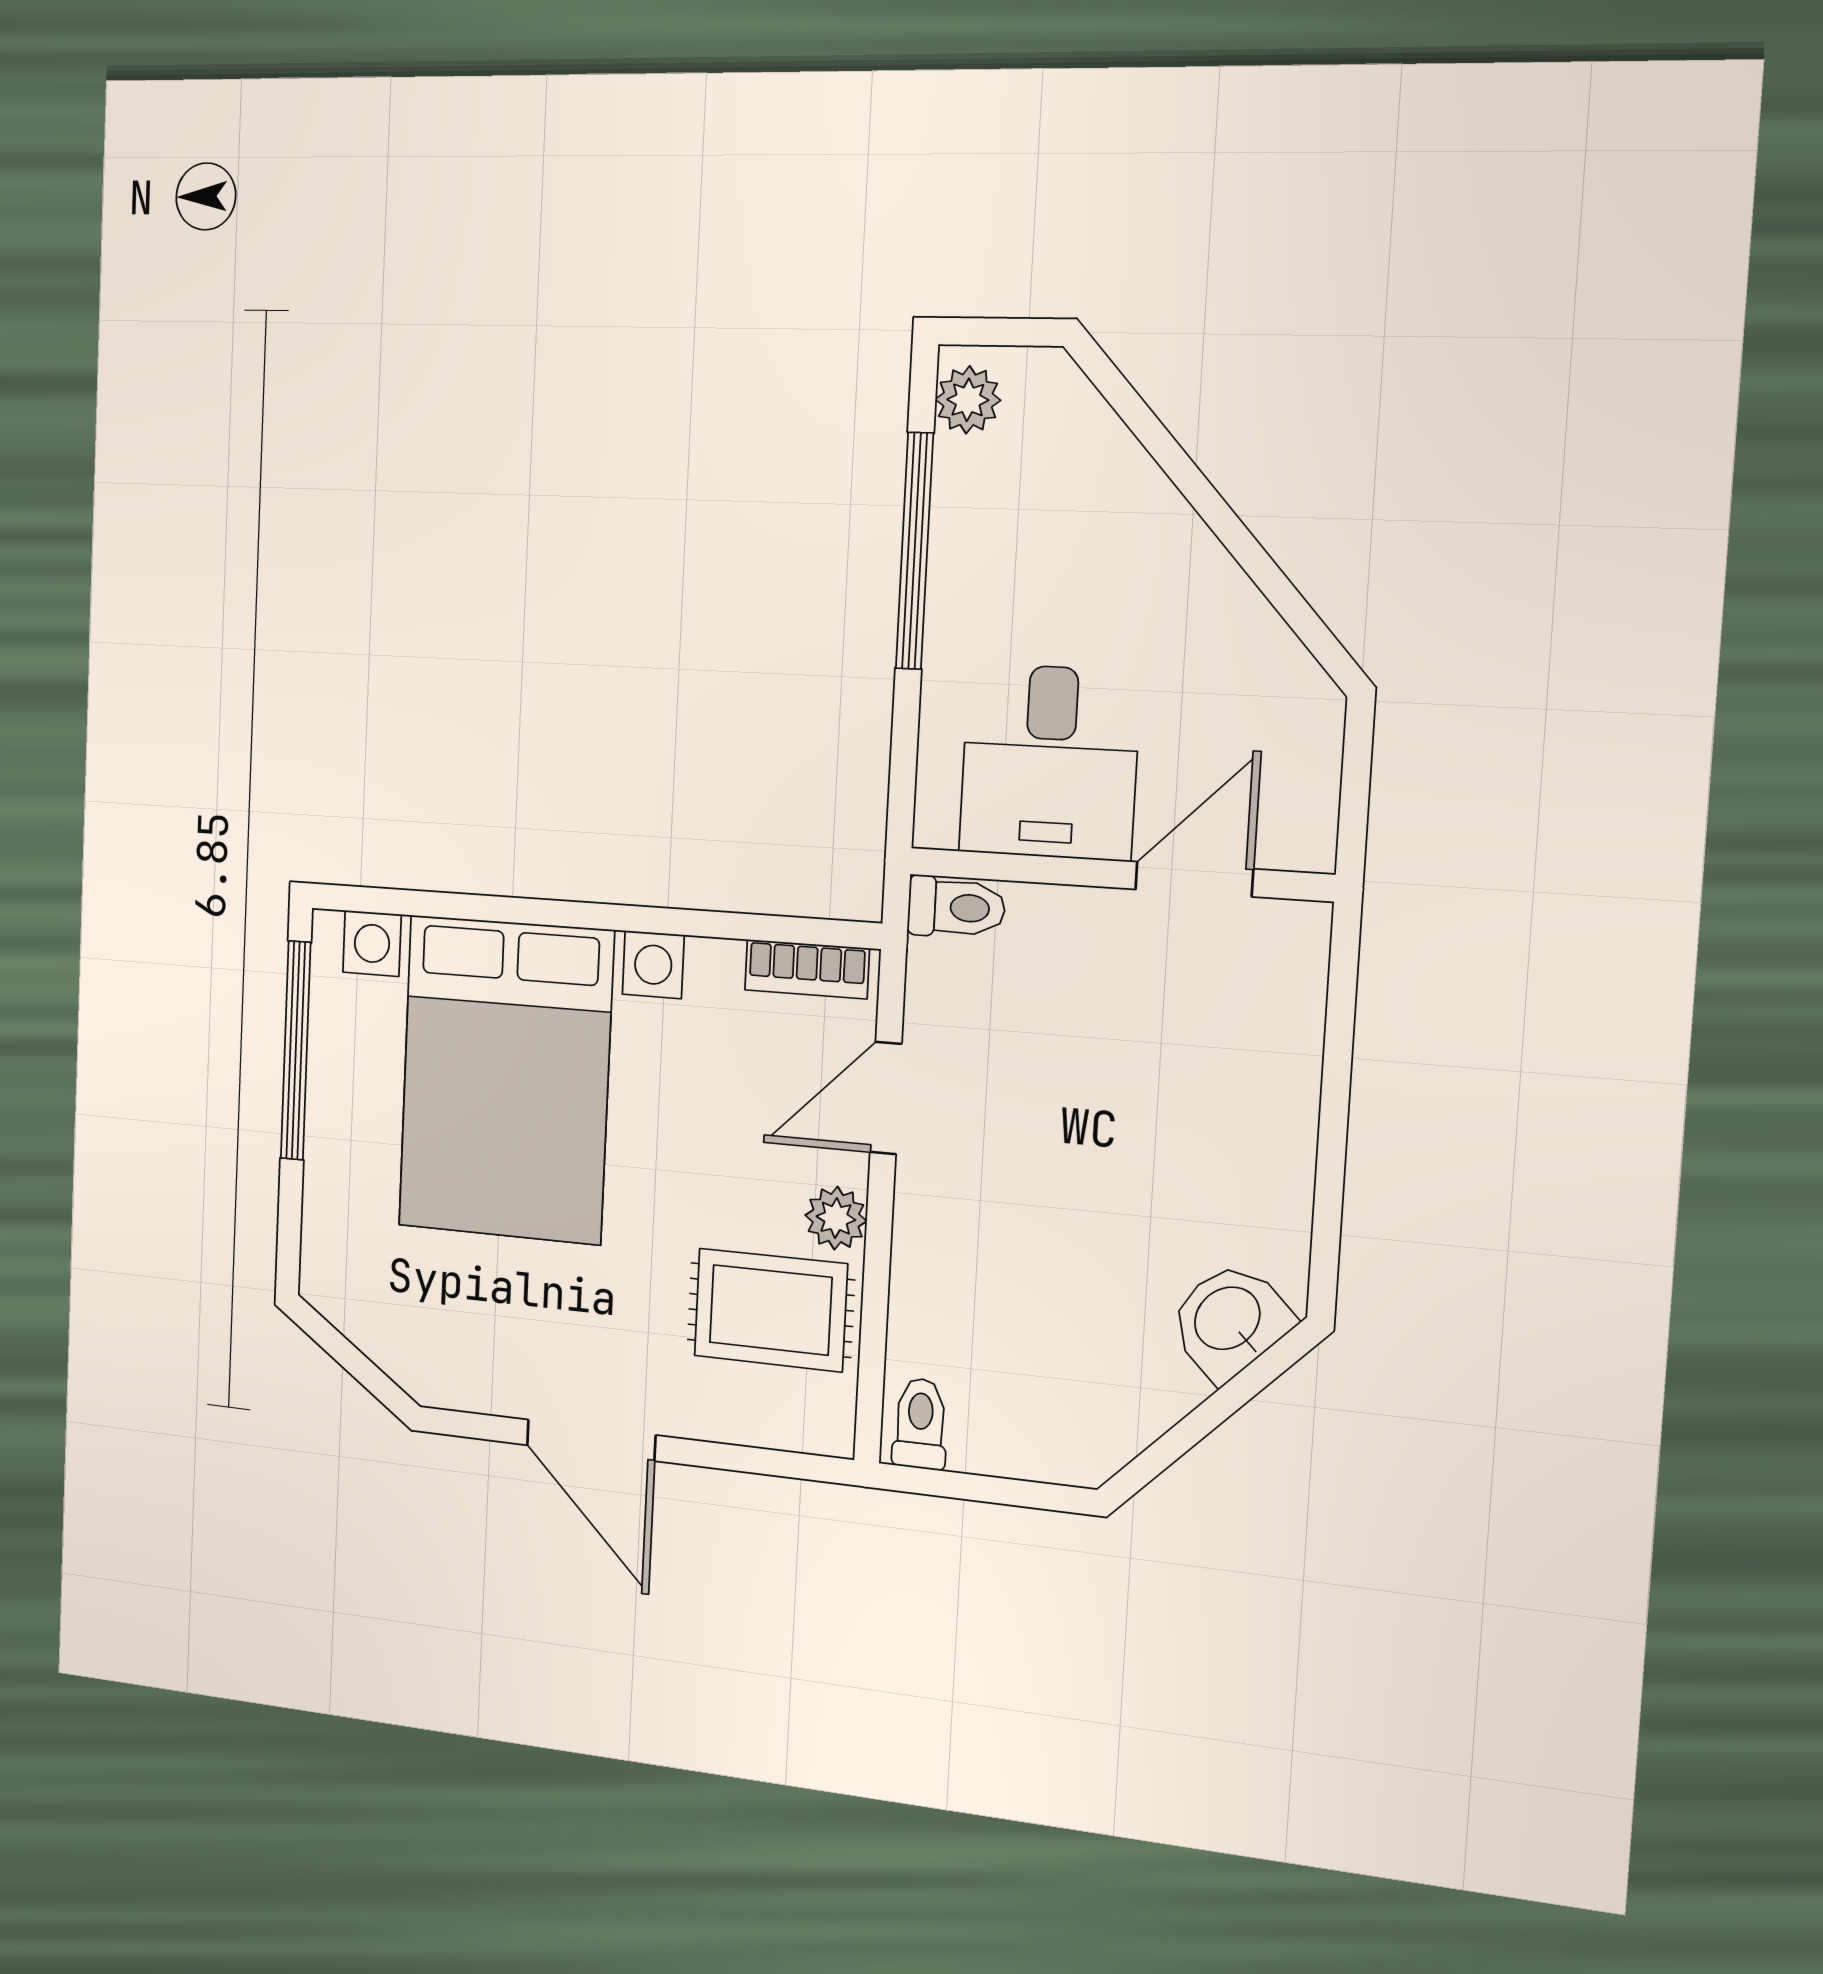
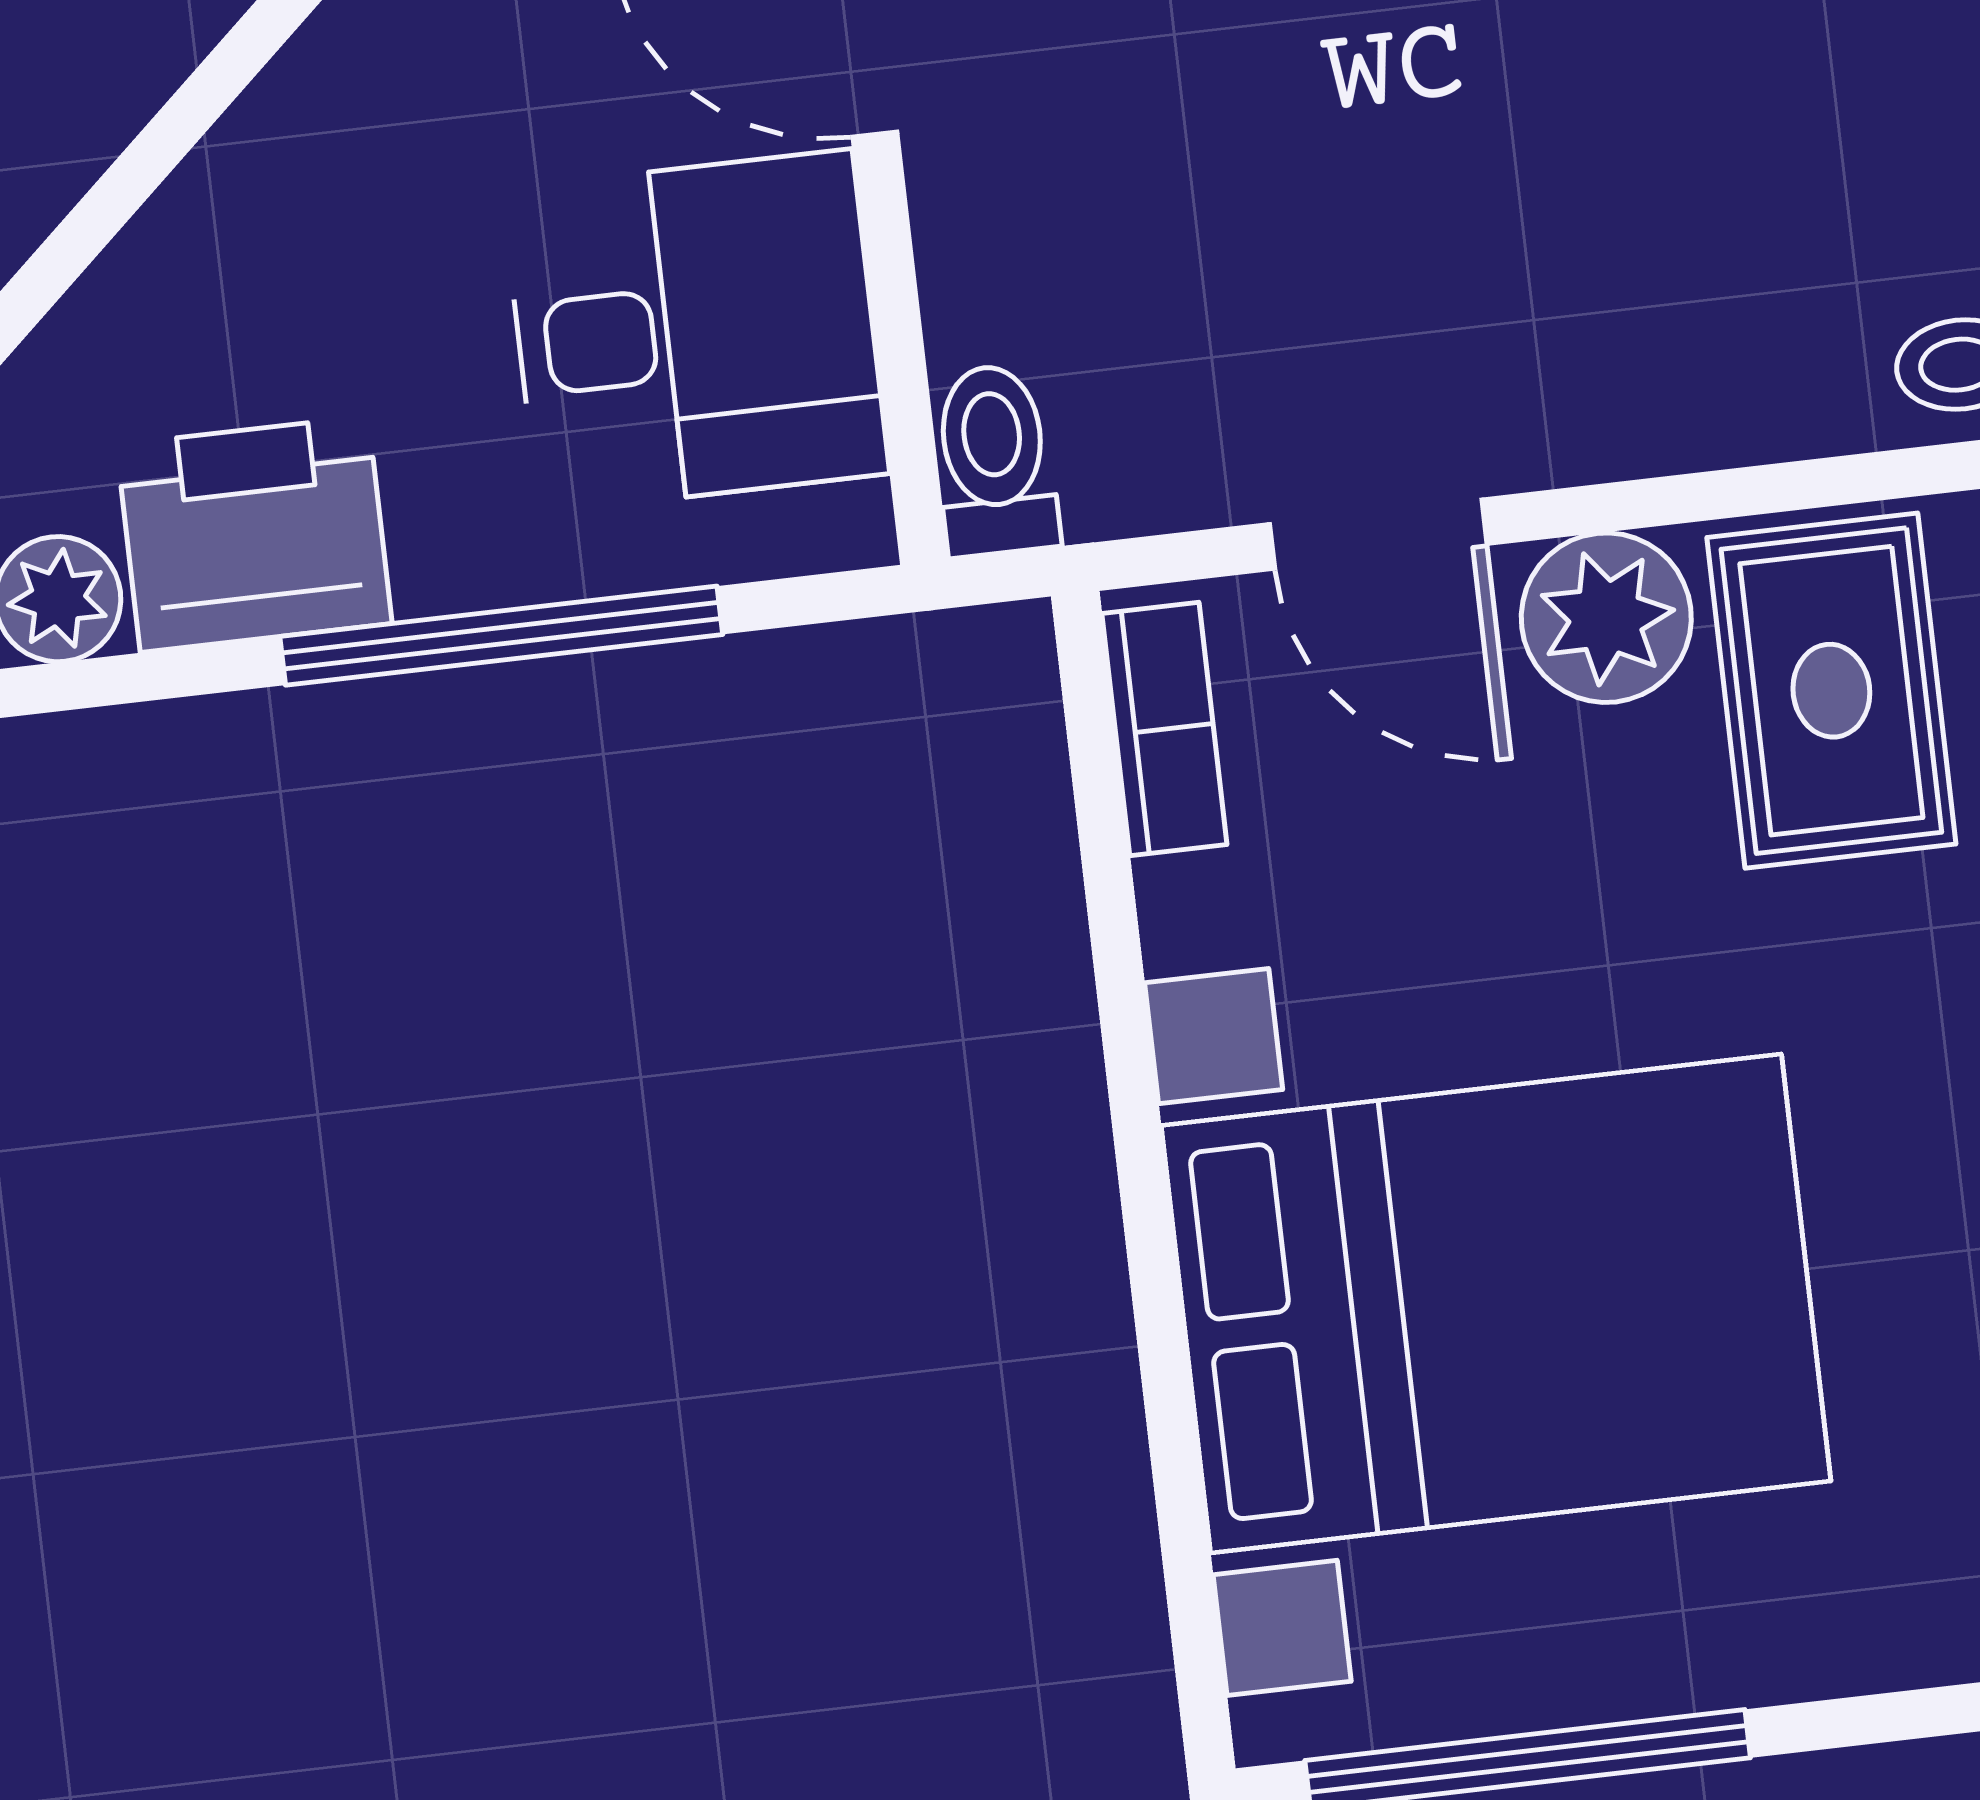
printer: (984, 510) -> (254, 534), added
window: (915, 551) -> (501, 636), moved
plant: (836, 1218) -> (1606, 618), width x1.38, depth x1.38

